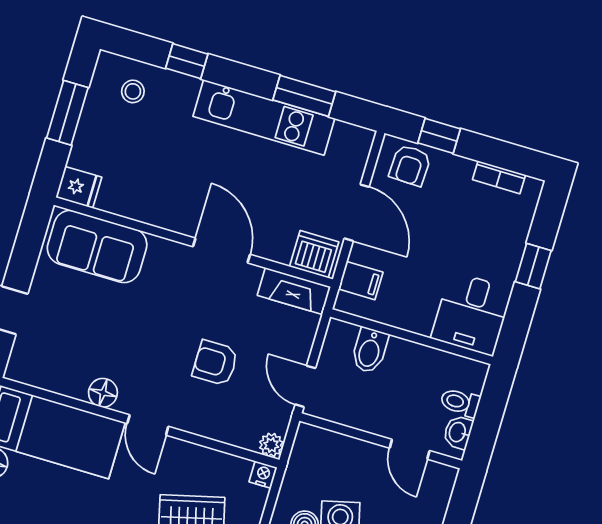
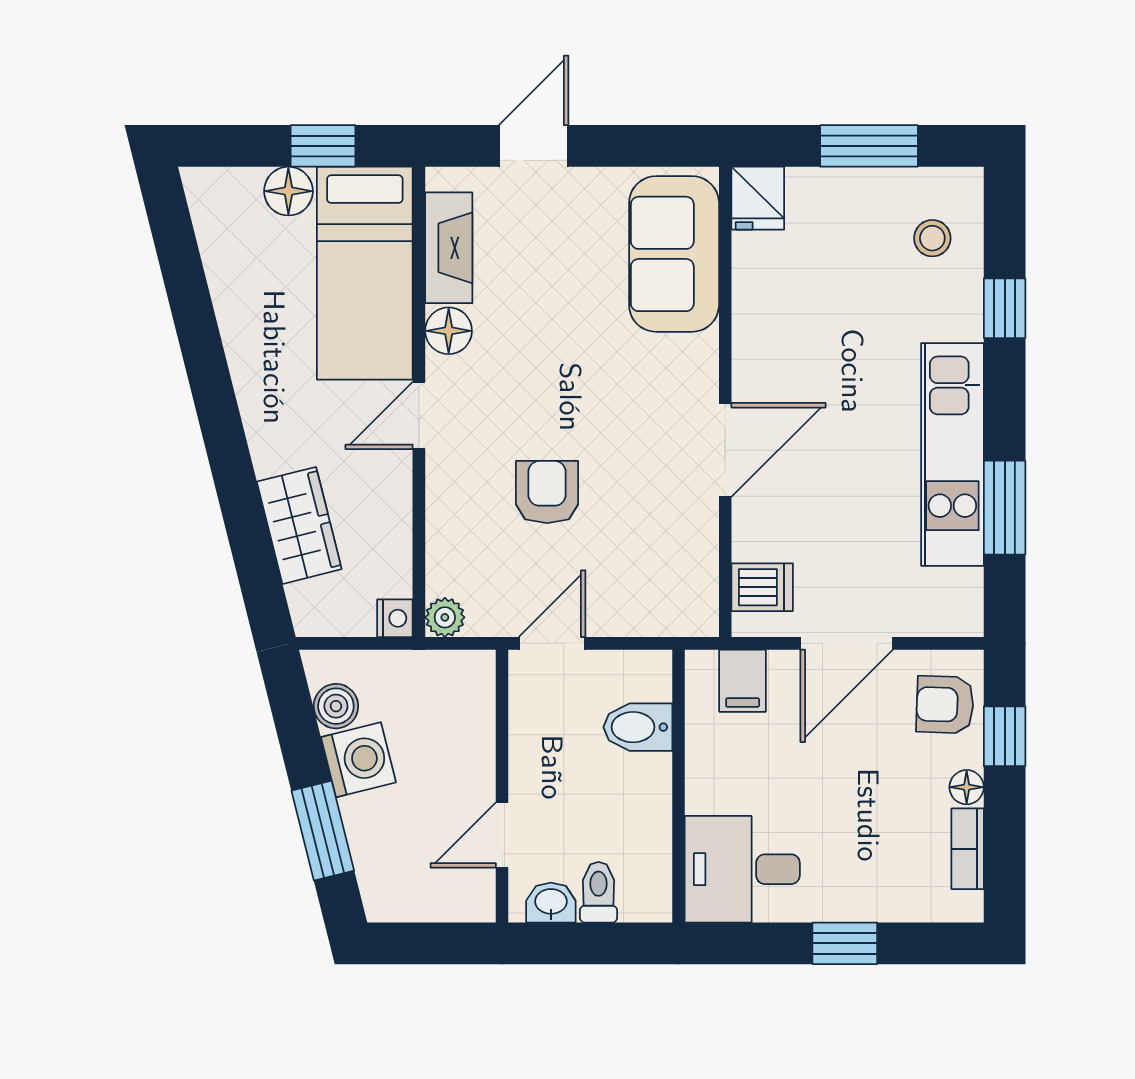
floor lamp: (462, 167) -> (967, 787), added
dishwasher: (314, 254) -> (762, 587), width x0.73
fireplace: (294, 291) -> (449, 248), moved, turned 180

